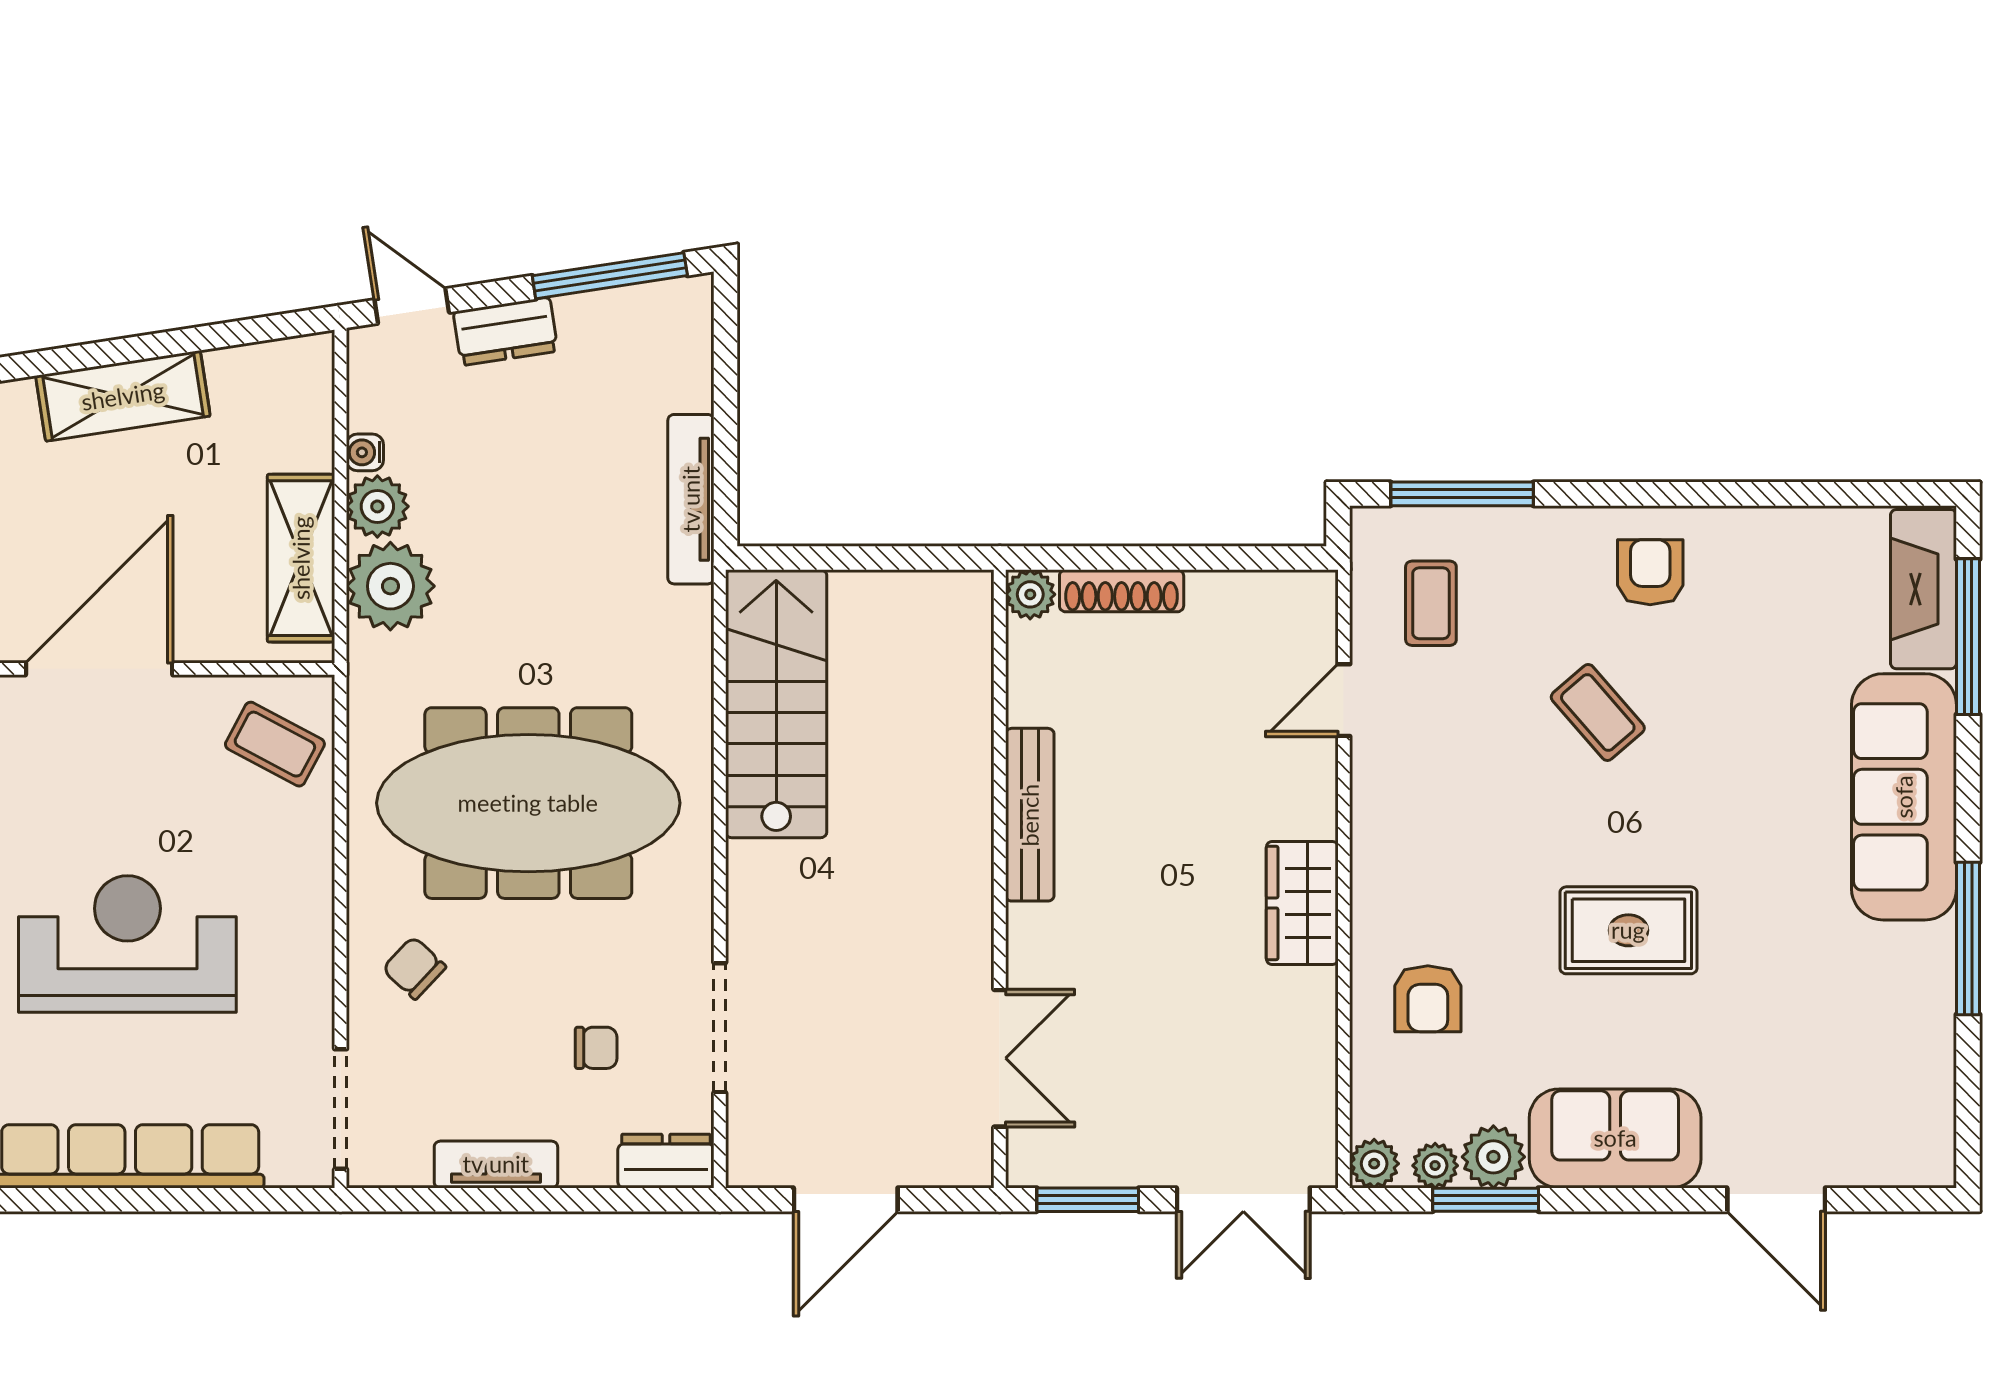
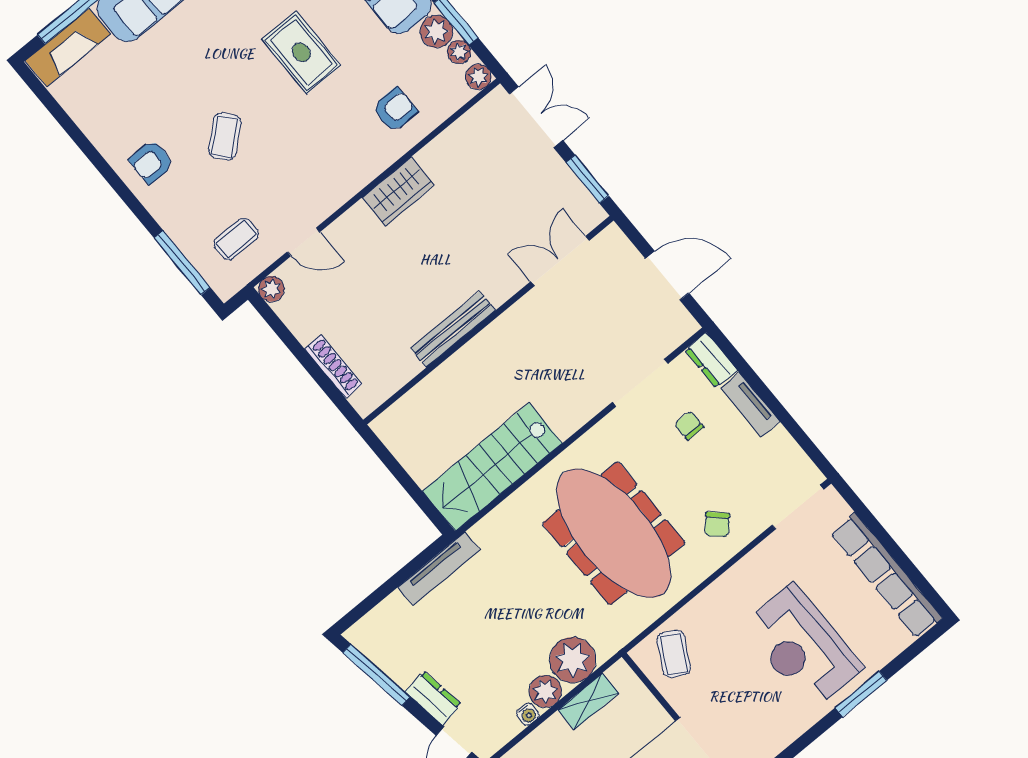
shelving: (301, 558) -> (588, 701), width x0.67, depth x0.75
plant: (1030, 594) -> (271, 289), moved
tv unit: (496, 1164) -> (750, 405), moved

